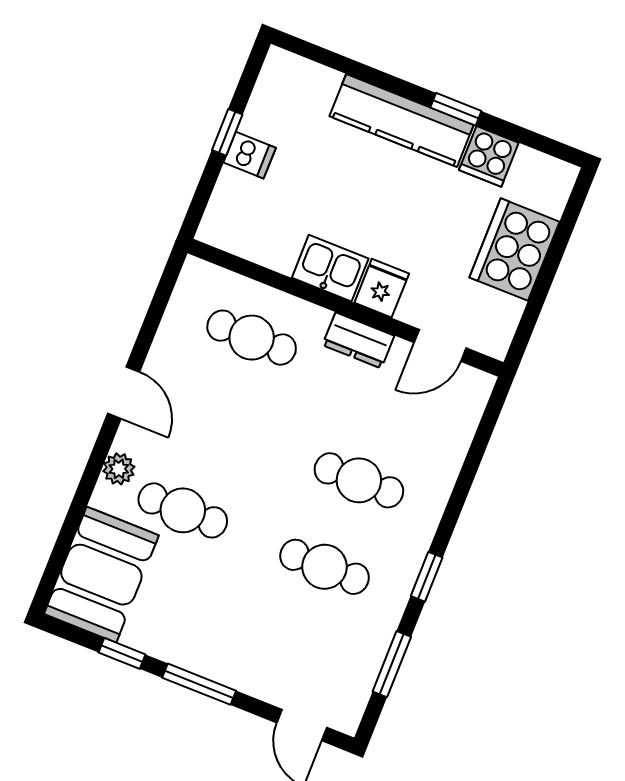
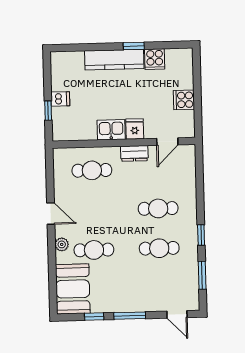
window: (227, 132) -> (48, 111), moved
cooker: (514, 250) -> (184, 100), width x0.53, depth x0.76

